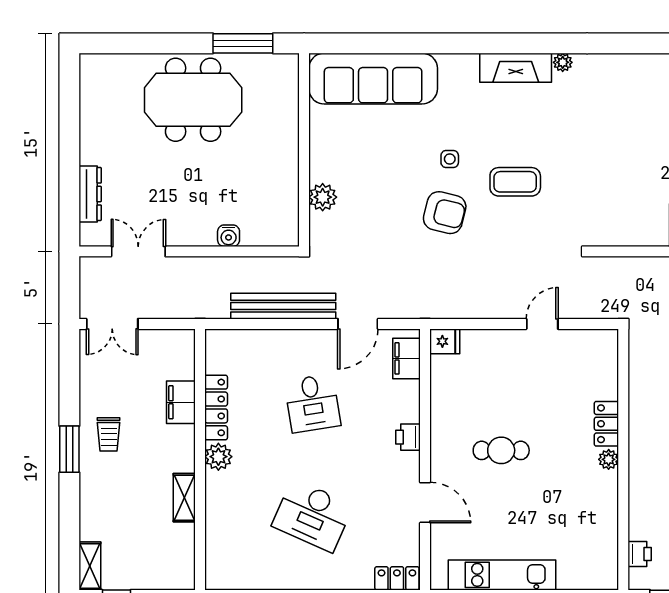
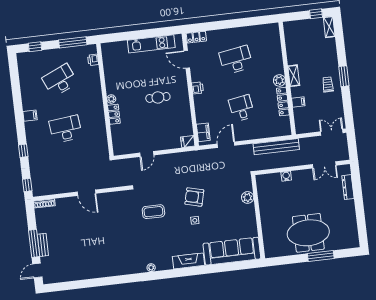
window: (243, 43) -> (321, 256), moved
fireplace: (516, 68) -> (189, 261), moved
coffee table: (515, 182) -> (153, 212), moved
bench: (283, 306) -> (276, 147), moved
filing cabinet: (181, 402) -> (298, 102), width x0.50
printer: (408, 437) -> (197, 88), moved
shelving: (184, 498) -> (294, 76), moved
door: (425, 503) -> (187, 59), moved
desk: (313, 516) -> (236, 60), turned -33

